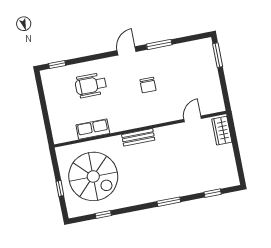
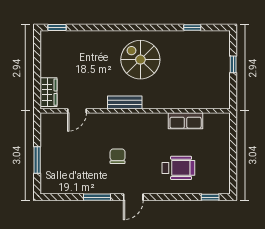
window: (218, 55) -> (37, 160), moved
bench: (138, 137) -> (125, 103), moved
spiral stairs: (93, 176) -> (140, 60), moved, width x0.73, depth x0.73
window: (213, 193) -> (57, 27), moved
window: (169, 202) -> (120, 27), removed

